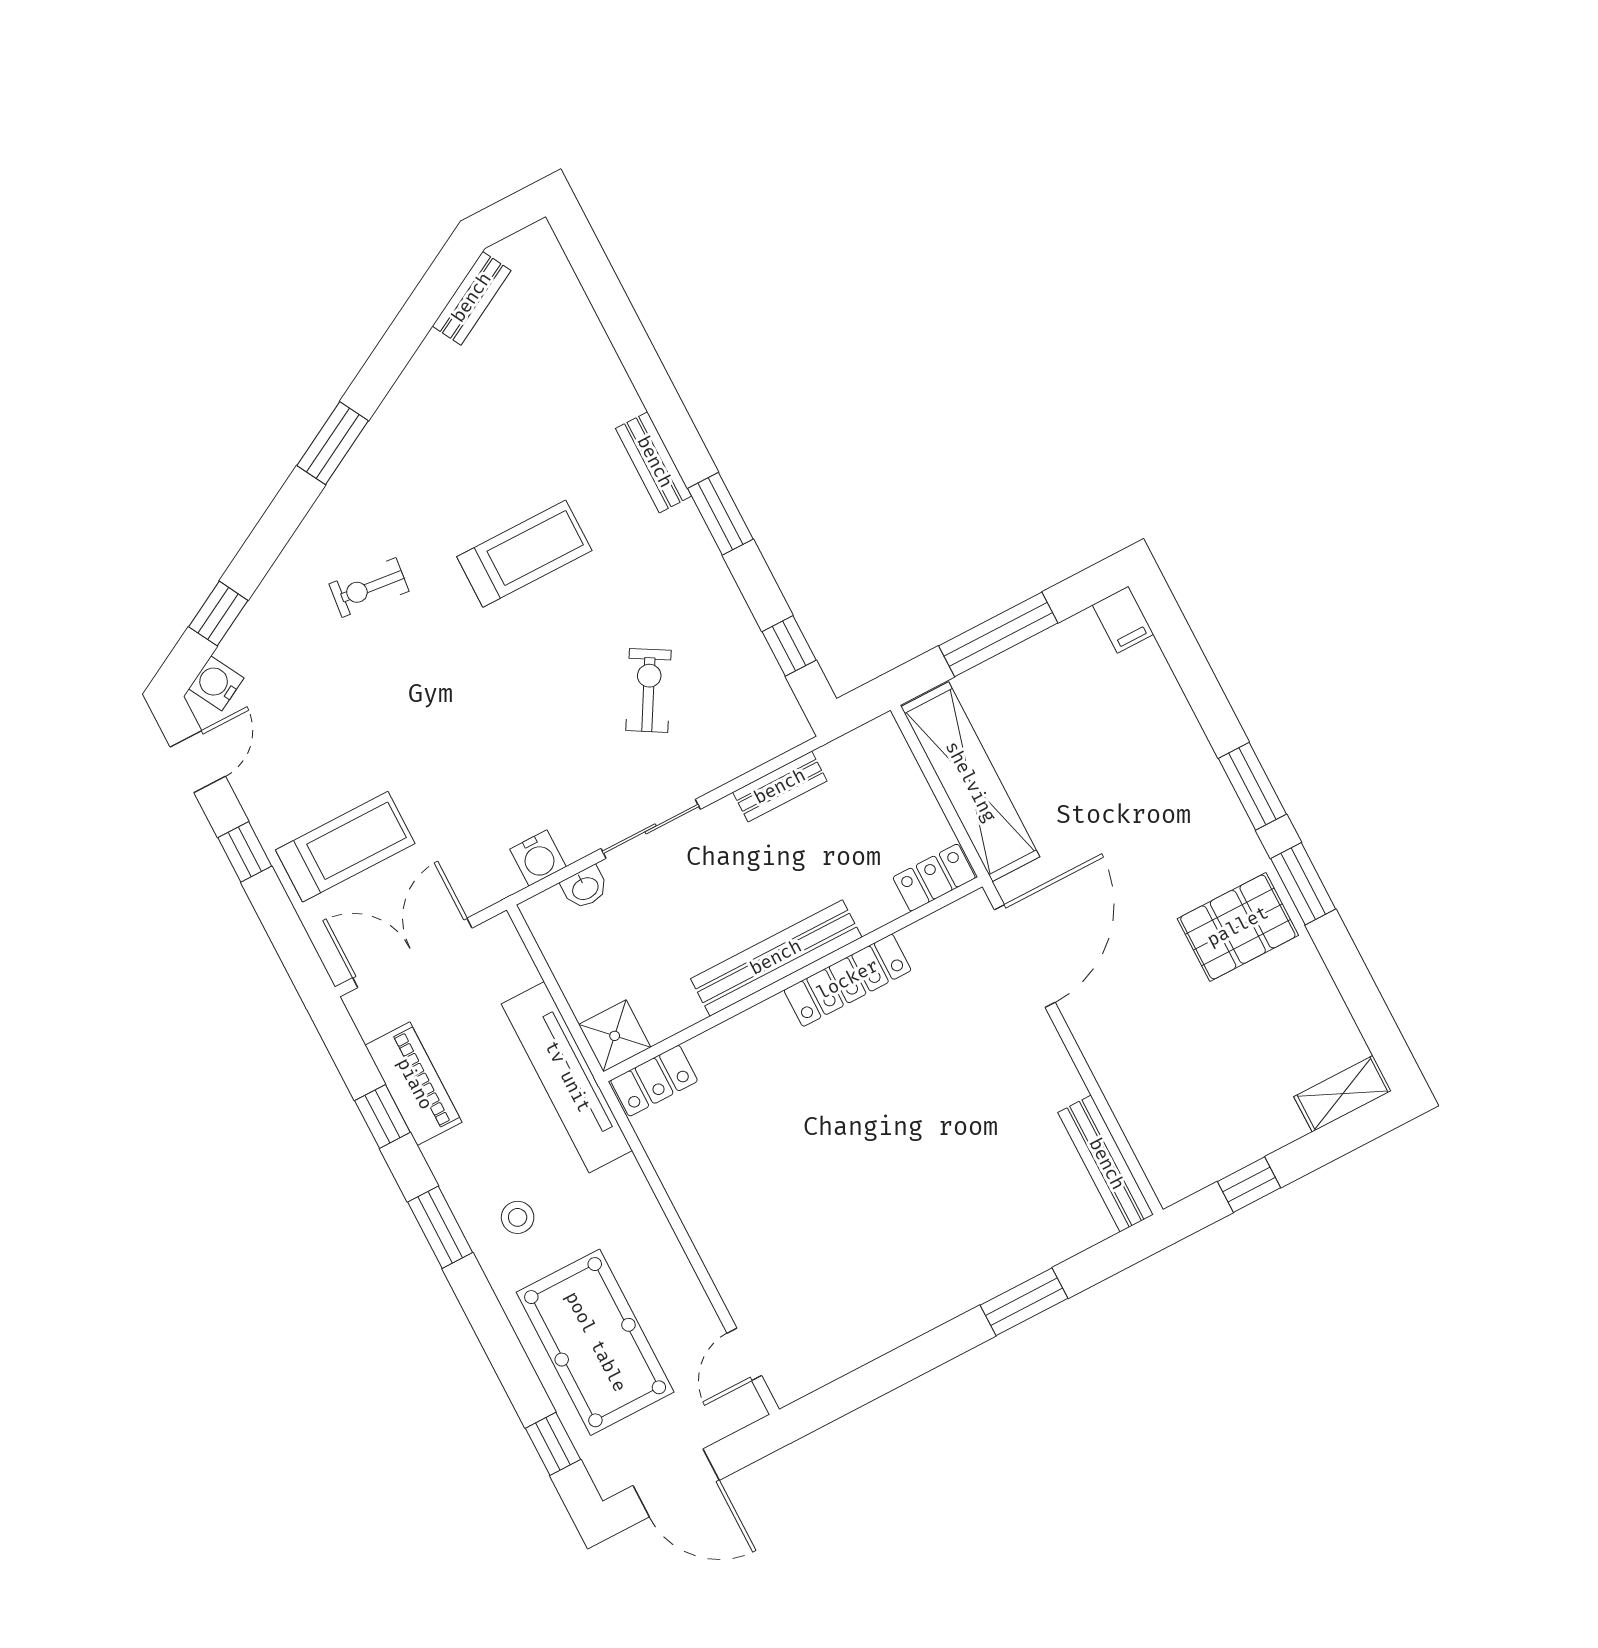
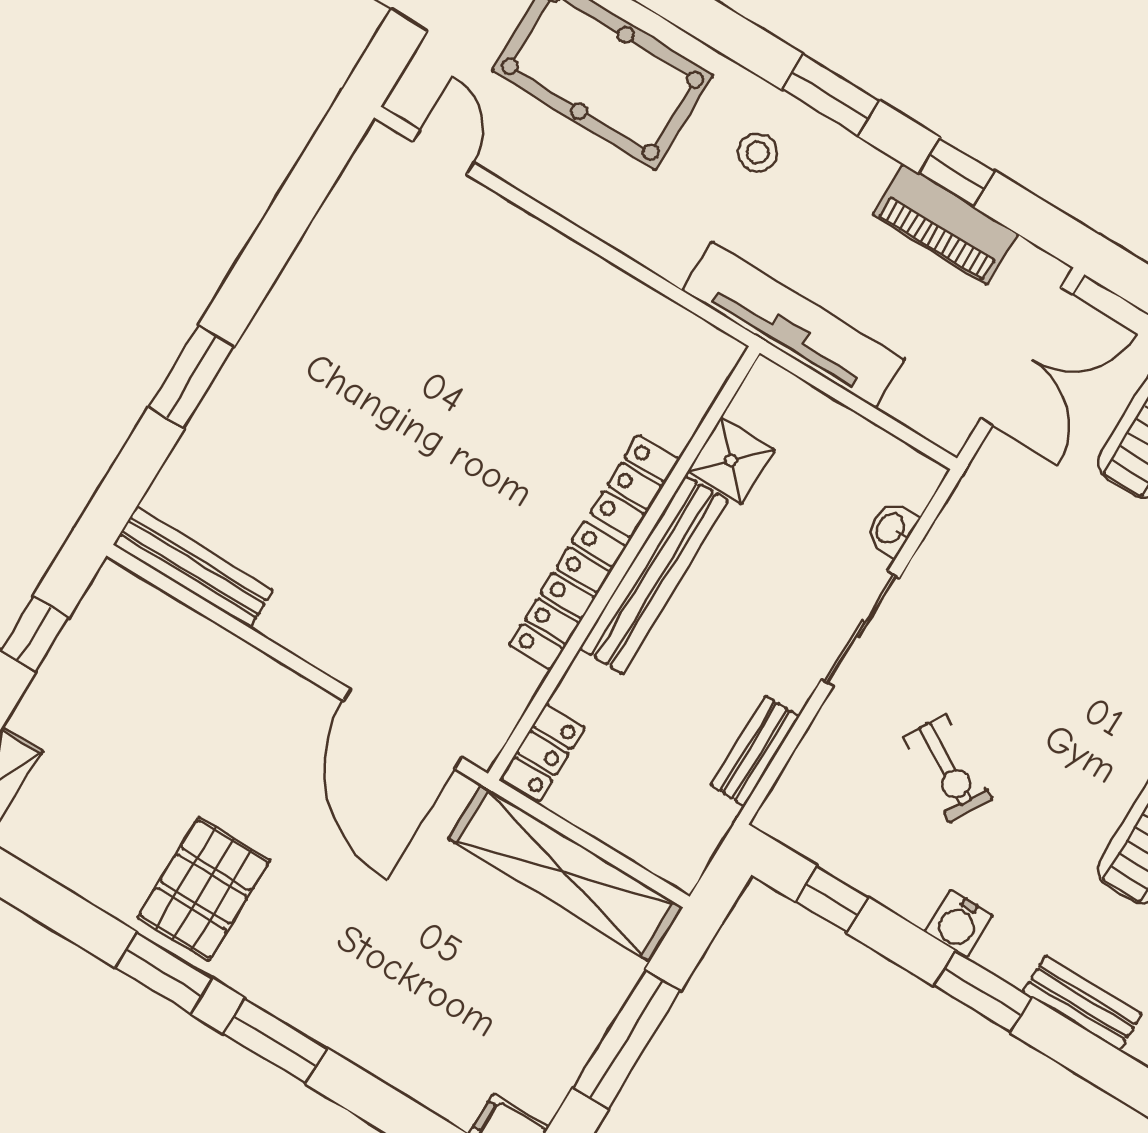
water cooler: (538, 858) -> (958, 924), moved, turned -90
shower: (615, 1036) -> (731, 460), moved
locker: (654, 1081) -> (635, 486), moved

